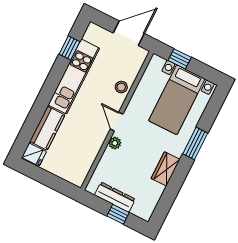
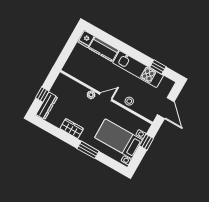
dresser: (115, 197) -> (47, 106), moved

